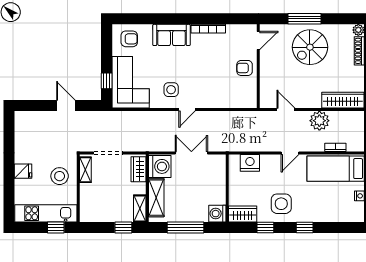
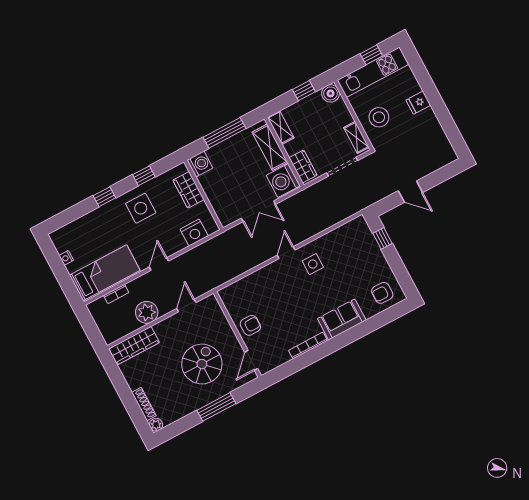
spiral stairs: (310, 47) -> (202, 364), moved
corner sofa: (131, 82) -> (358, 250), removed
door: (286, 110) -> (186, 306), swing flipped
boiler: (87, 214) -> (331, 93), added
wardrobe: (243, 214) -> (188, 190), moved, turned 90
window: (56, 227) -> (371, 55), moved
window: (123, 227) -> (304, 91), moved

